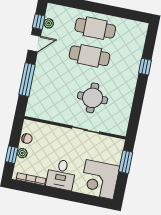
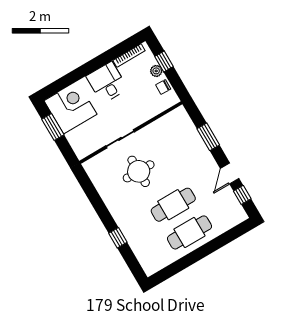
plant: (49, 23) -> (233, 201), removed
window: (27, 80) -> (208, 137), width x0.69
window: (126, 162) -> (53, 127), moved

